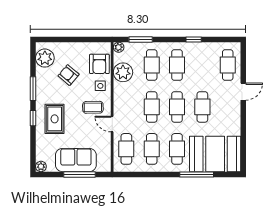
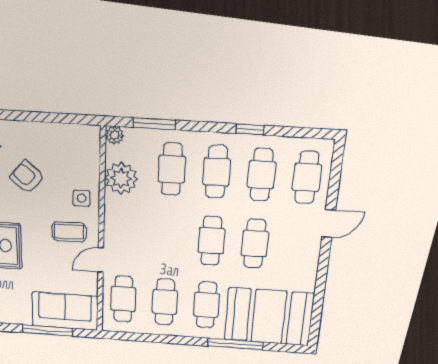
armchair: (99, 64) -> (80, 162), removed
cafe table: (152, 107) -> (262, 175), moved
door: (112, 124) -> (101, 260), hinge flipped
sofa: (76, 160) -> (65, 311), moved

